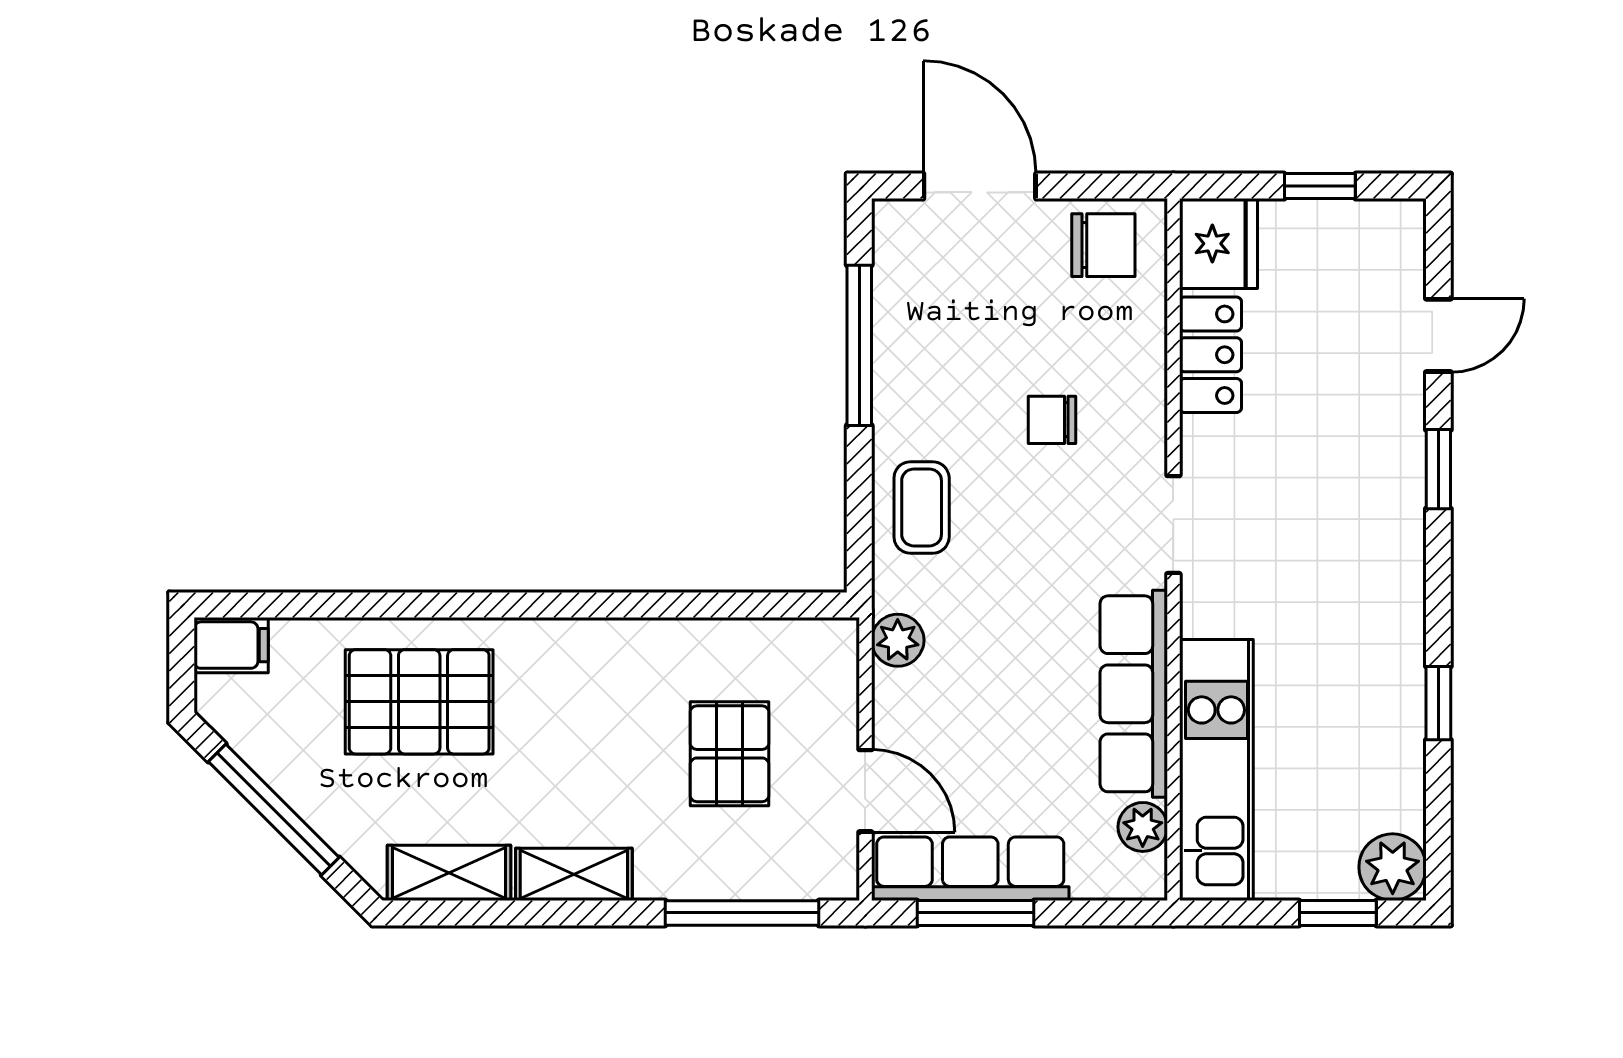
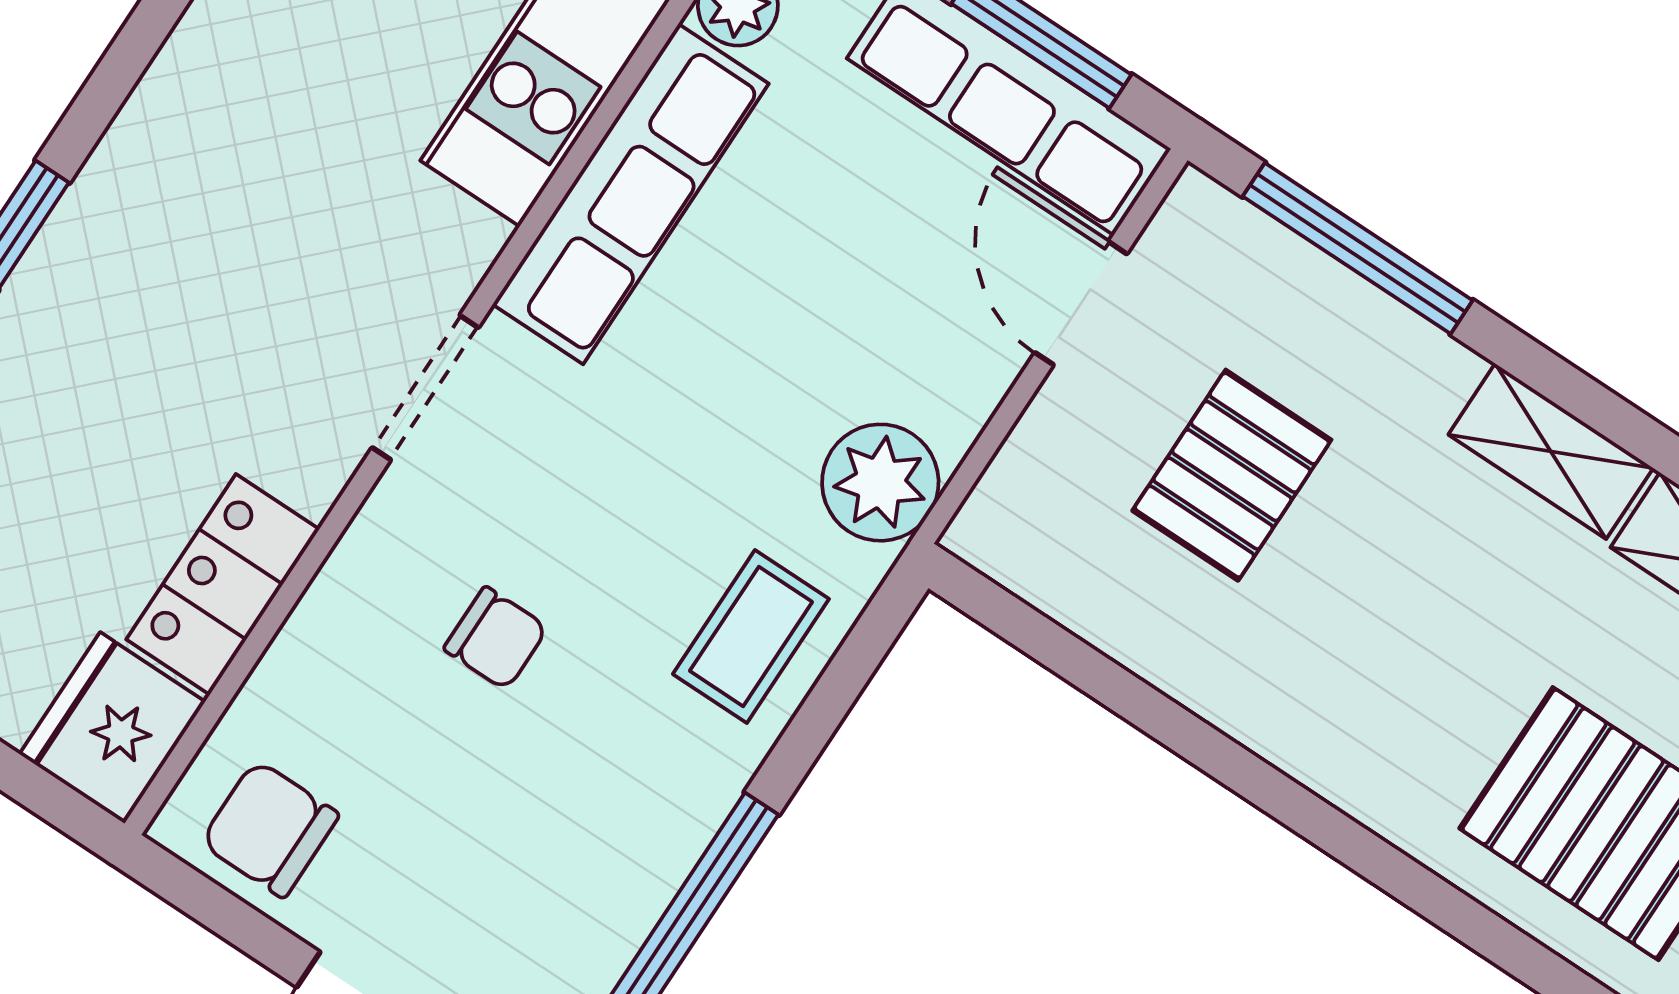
plant: (898, 640) -> (880, 483), width x1.38, depth x1.38

